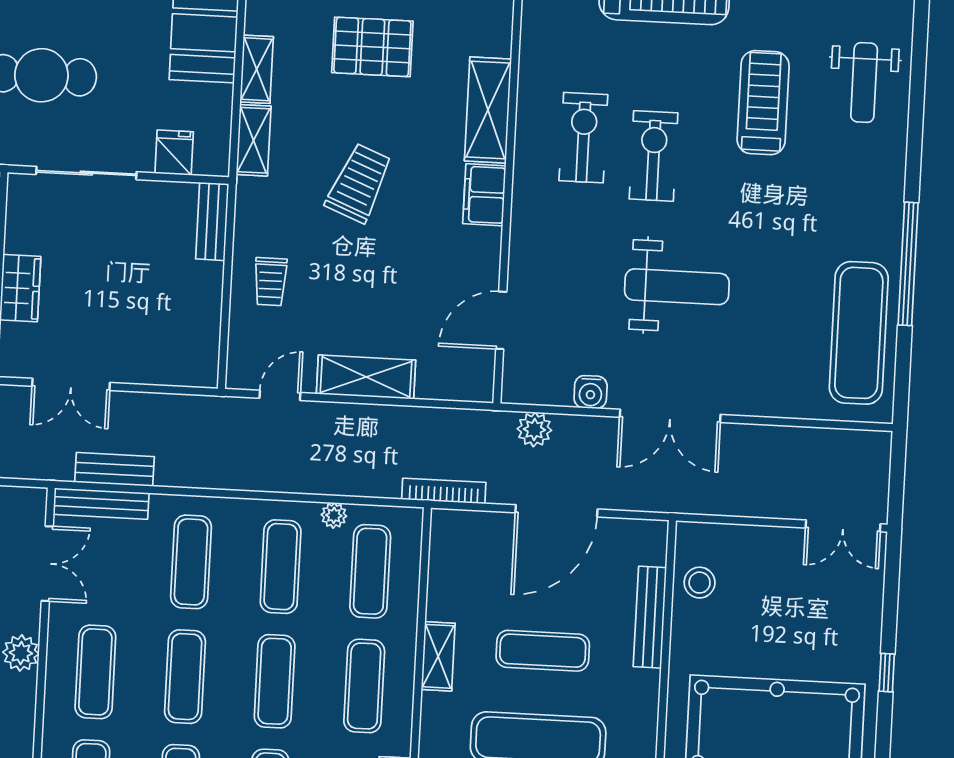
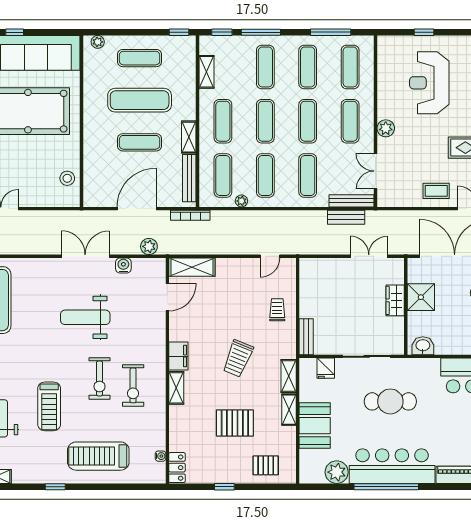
shelving: (488, 110) -> (176, 388), width x0.67, depth x0.75
shelving: (366, 377) -> (192, 267), moved
bench: (650, 617) -> (189, 178), moved

